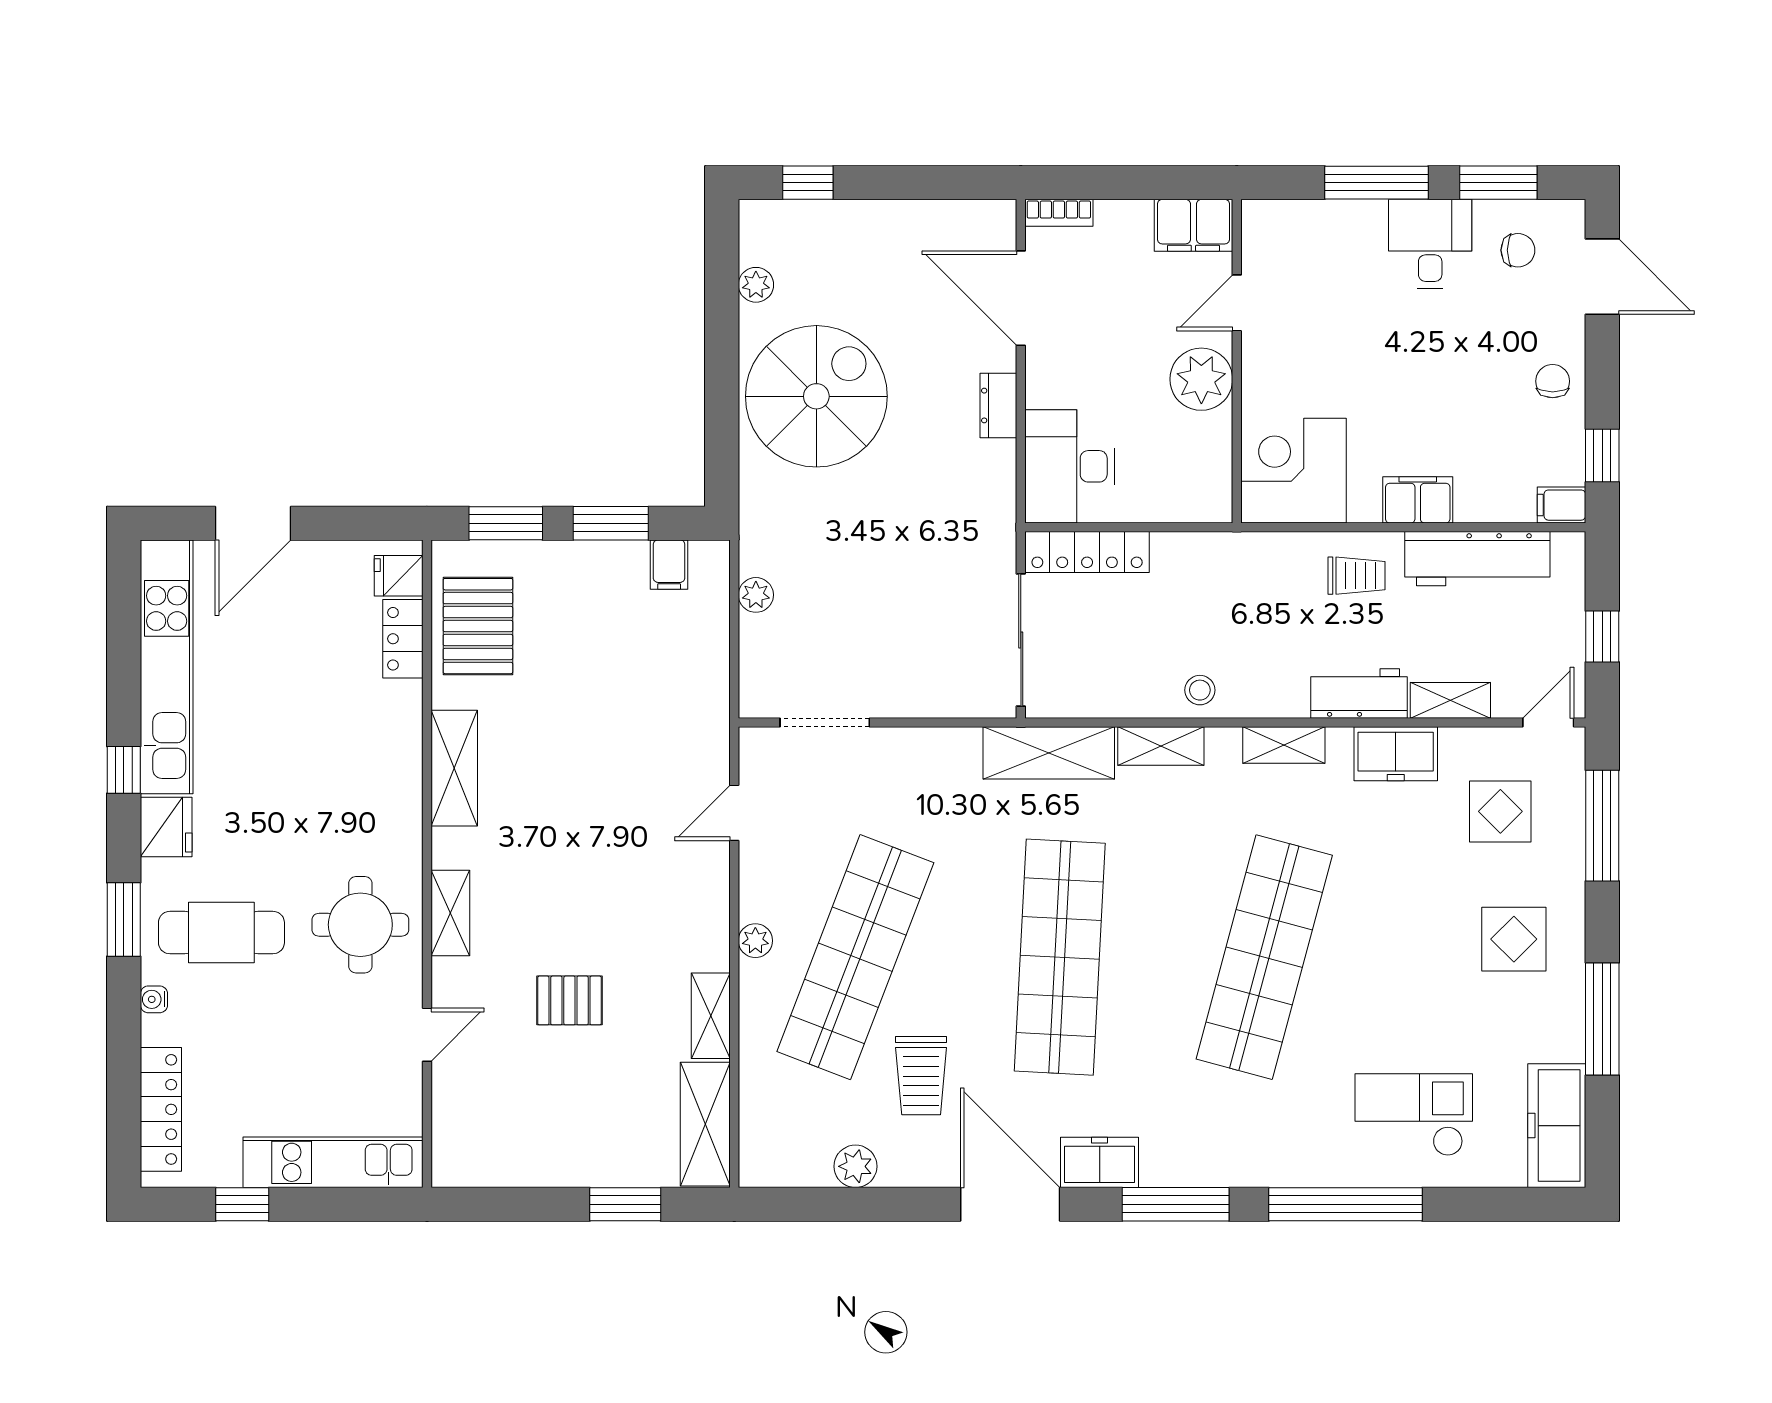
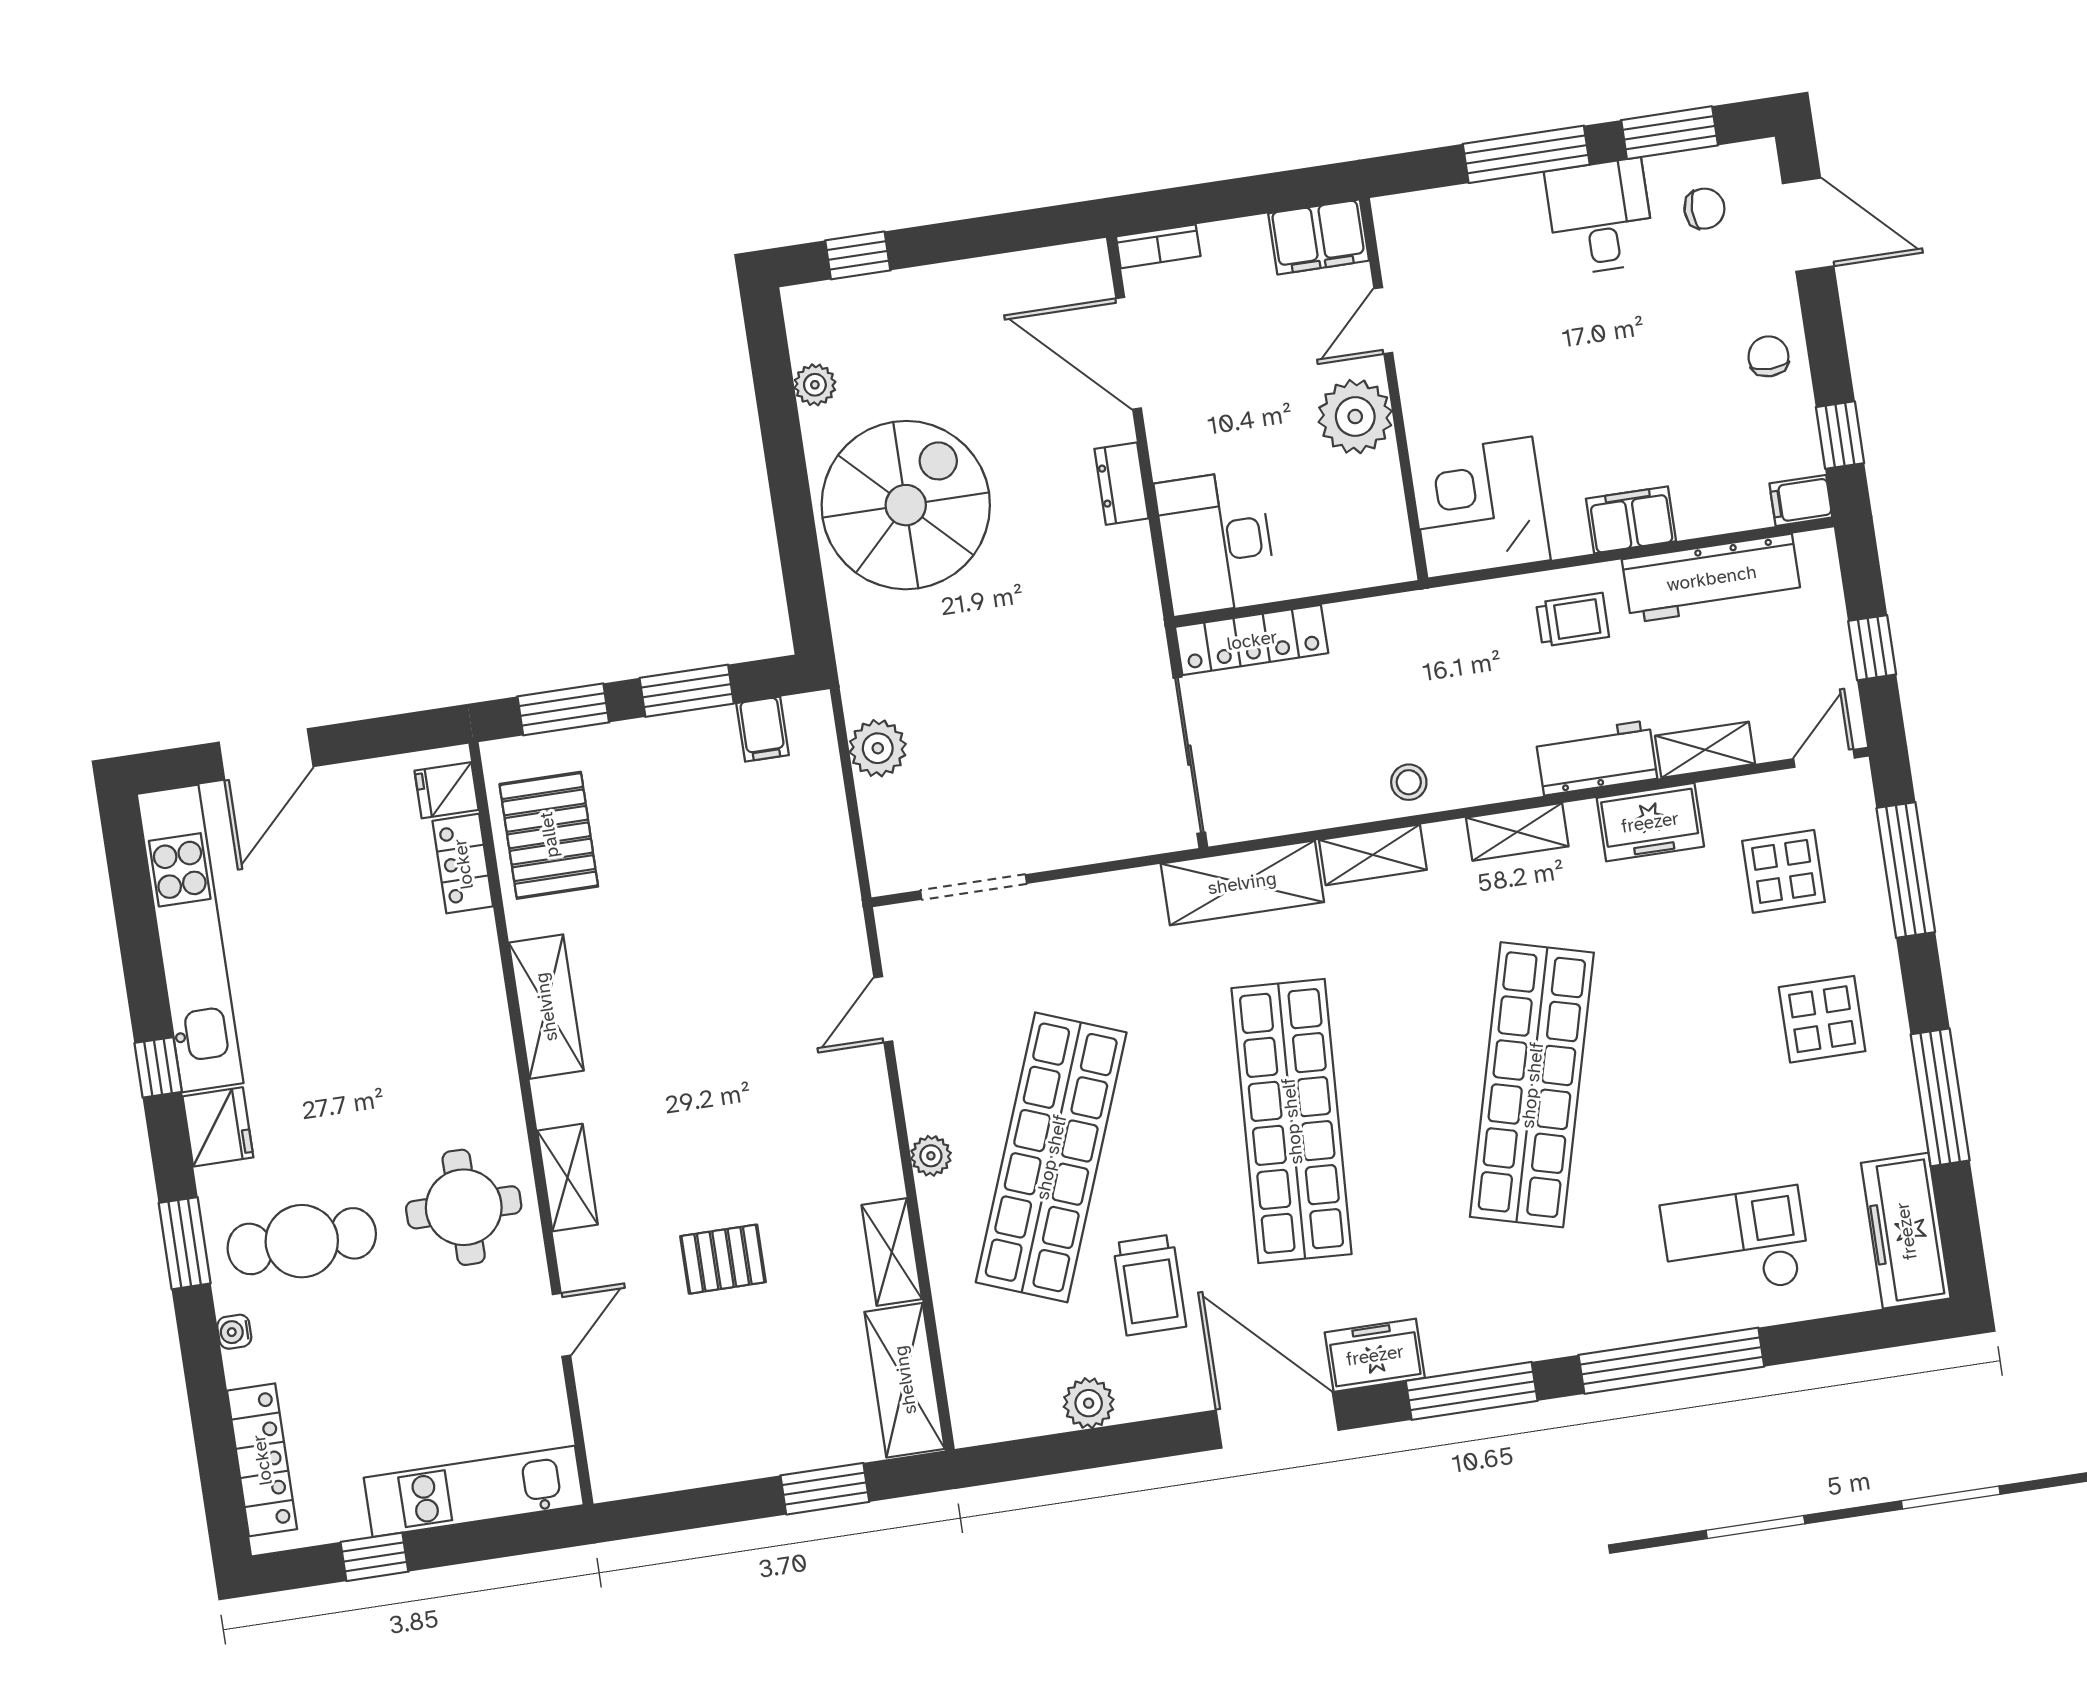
plant: (756, 595) -> (878, 748), width x1.38, depth x1.38

